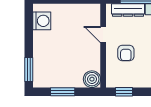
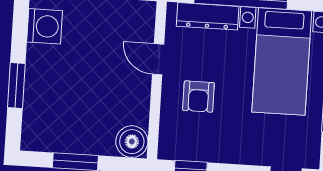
window: (29, 70) -> (16, 85), moved

